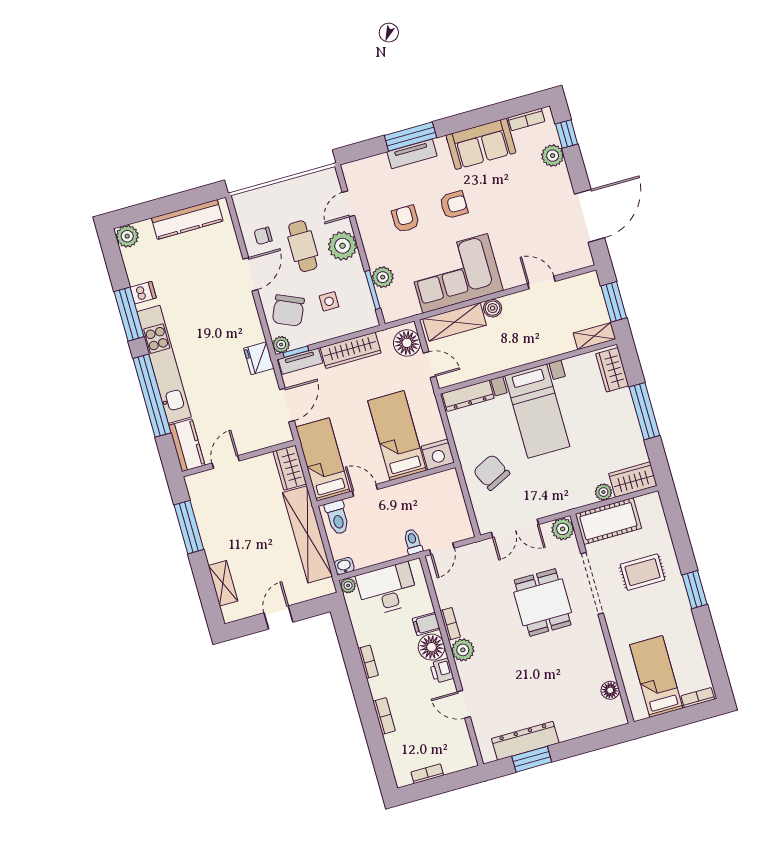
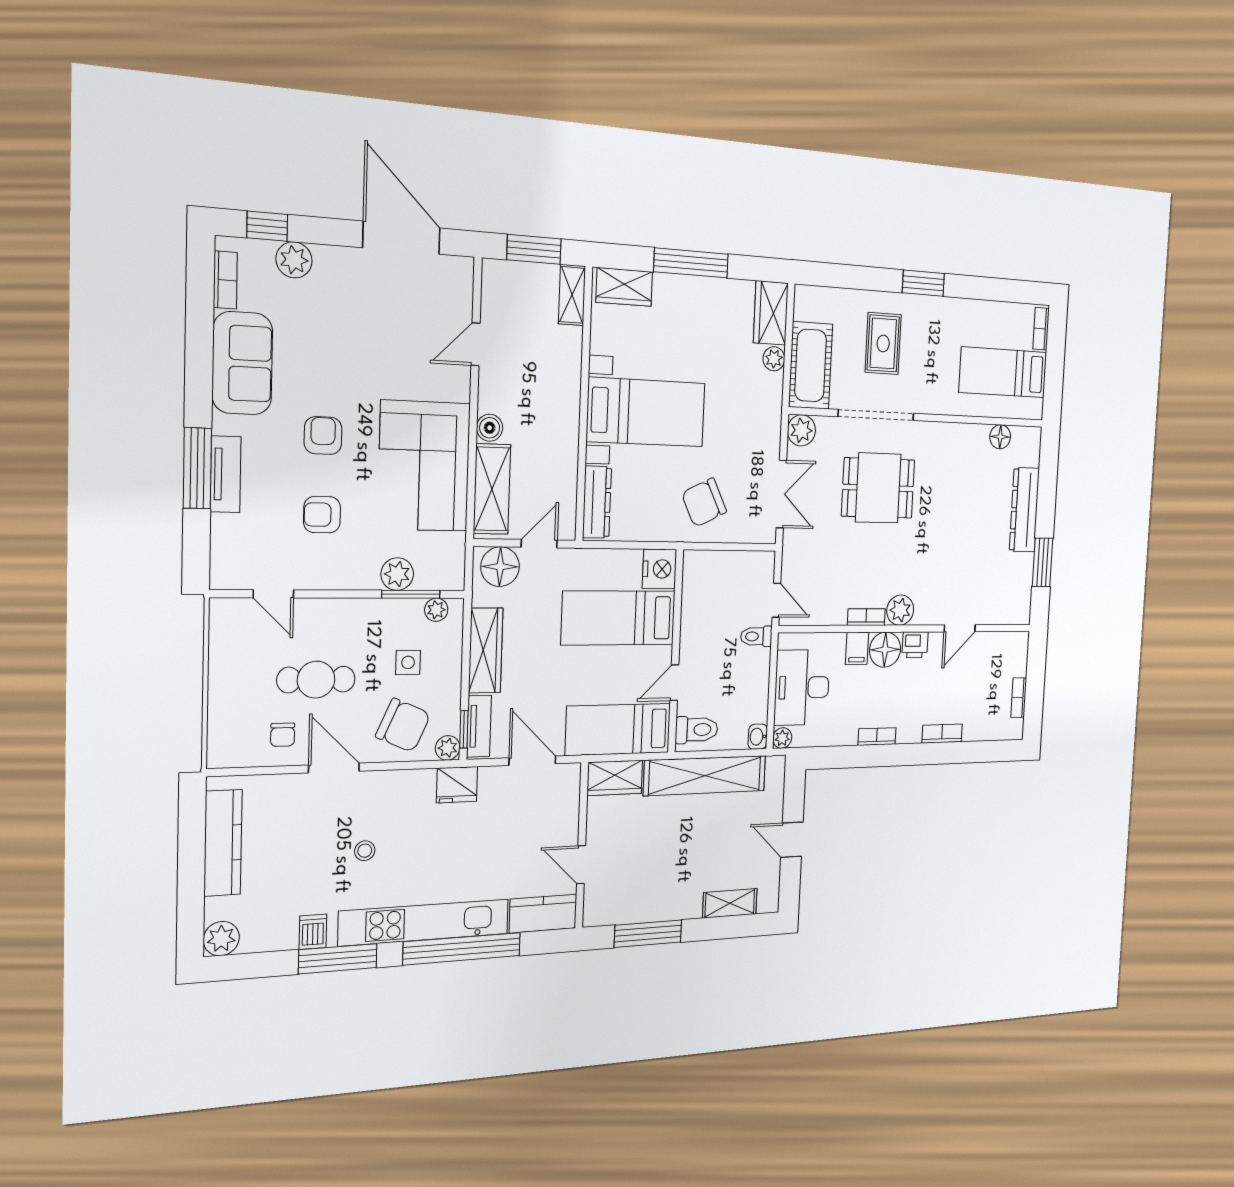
plant: (343, 246) -> (436, 610), moved, width x0.53, depth x0.53
stool: (202, 310) -> (365, 851), added
dresser: (525, 741) -> (1024, 510), moved

